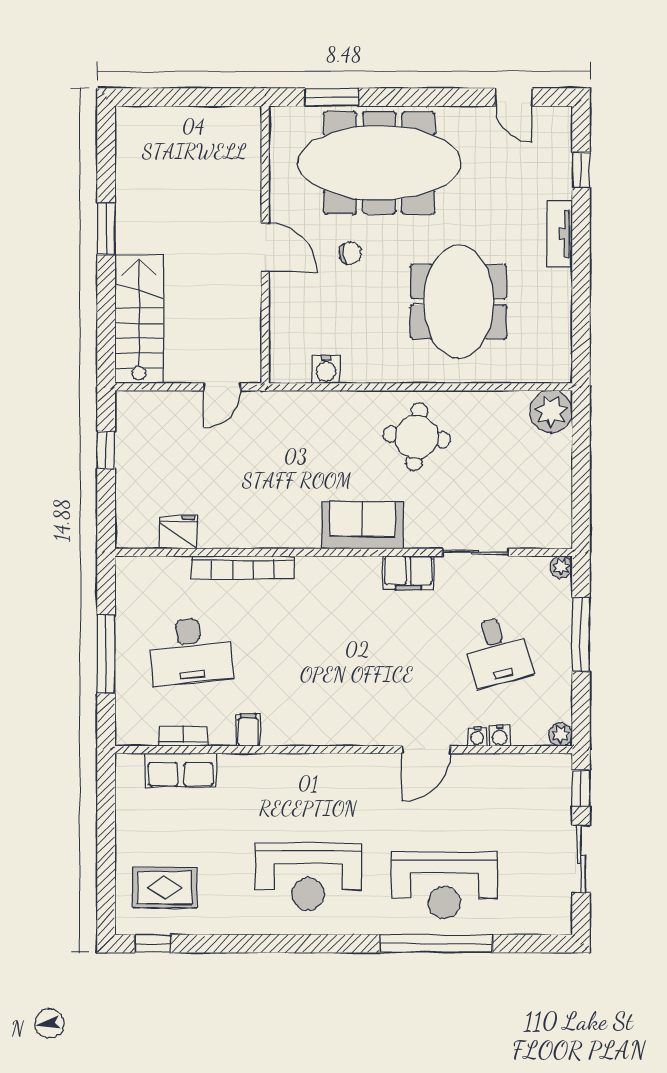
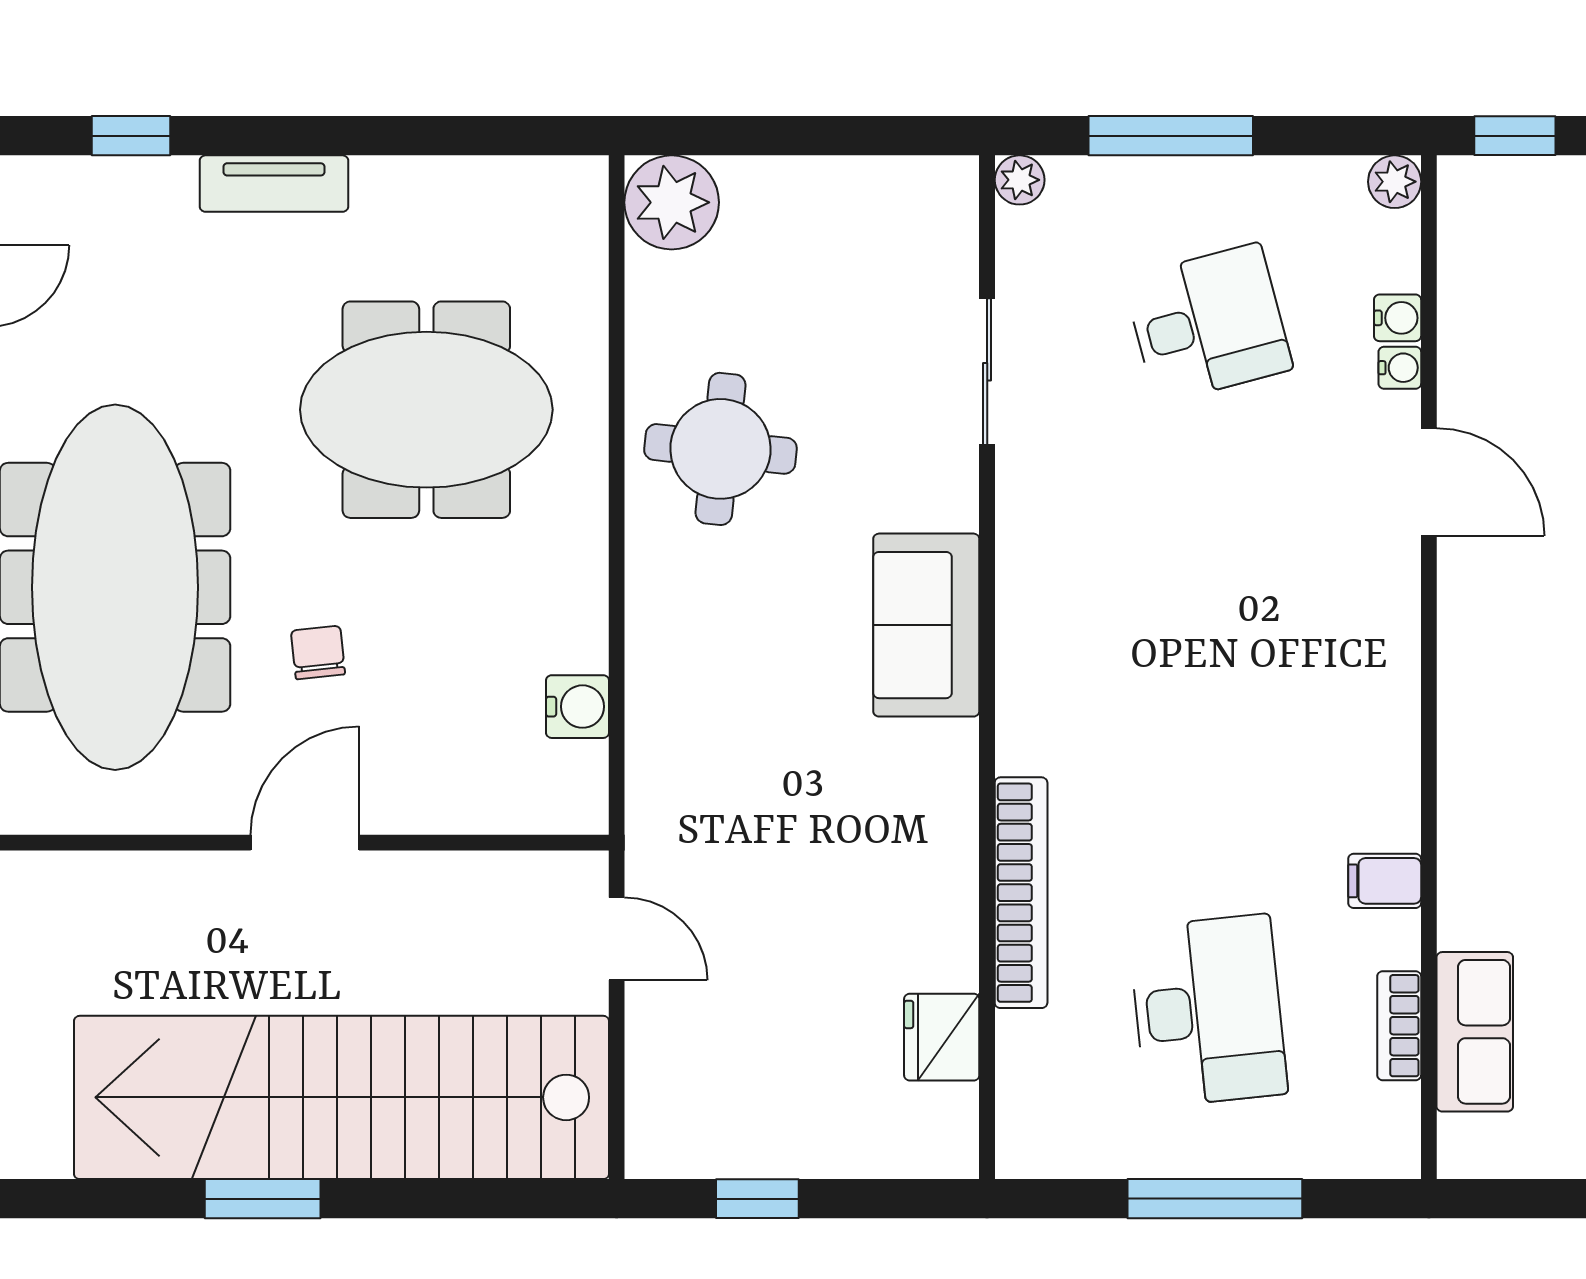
stairs: (139, 319) -> (341, 1097), width x1.86, depth x1.51
round table: (417, 437) -> (720, 449), moved
filing cabinet: (408, 573) -> (1033, 522), removed

